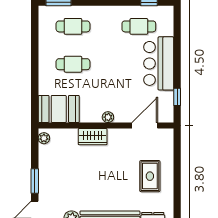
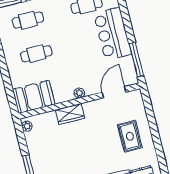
window: (177, 97) -> (136, 60), width x2.17

